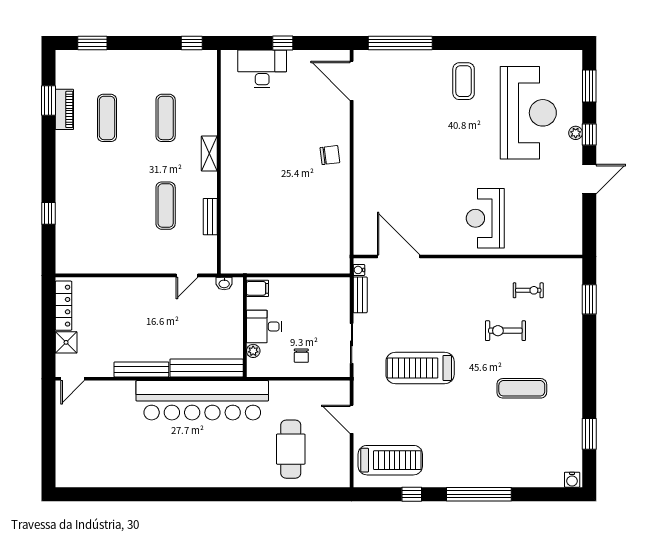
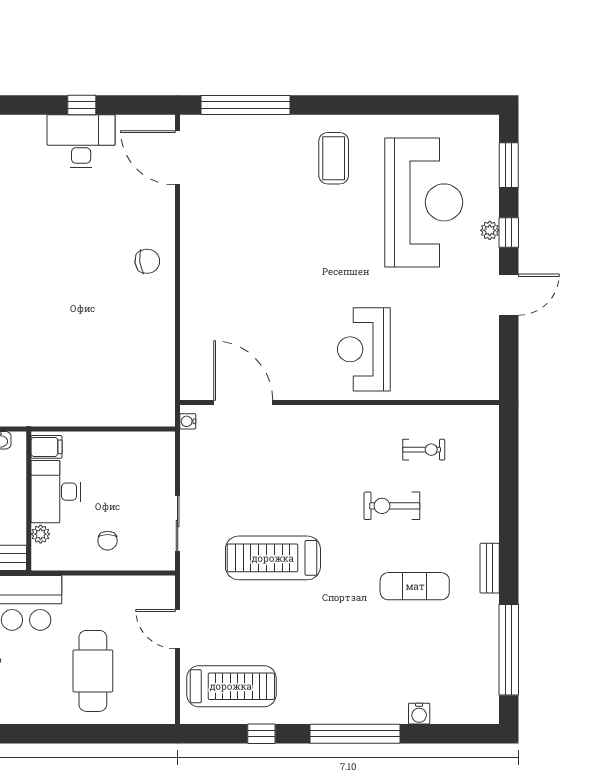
desk: (262, 69) -> (81, 141), moved
bench: (360, 295) -> (490, 568), moved
window: (589, 299) -> (509, 462), removed
desk: (264, 327) -> (56, 492), width x1.37
window: (589, 434) -> (509, 650), width x2.11
water cooler: (572, 480) -> (419, 714), moved

